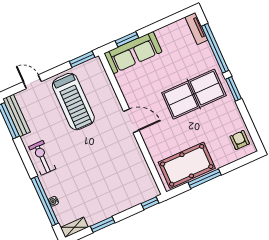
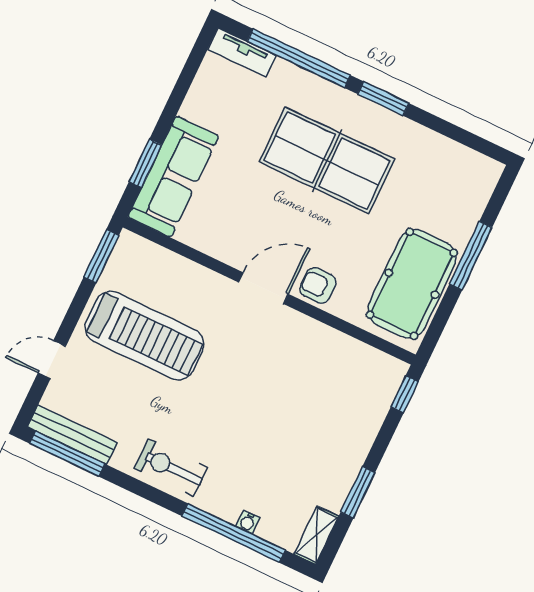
table tennis table: (194, 94) -> (327, 160), turned 90
armchair: (240, 140) -> (318, 286), moved
window: (205, 179) -> (471, 256), moved

